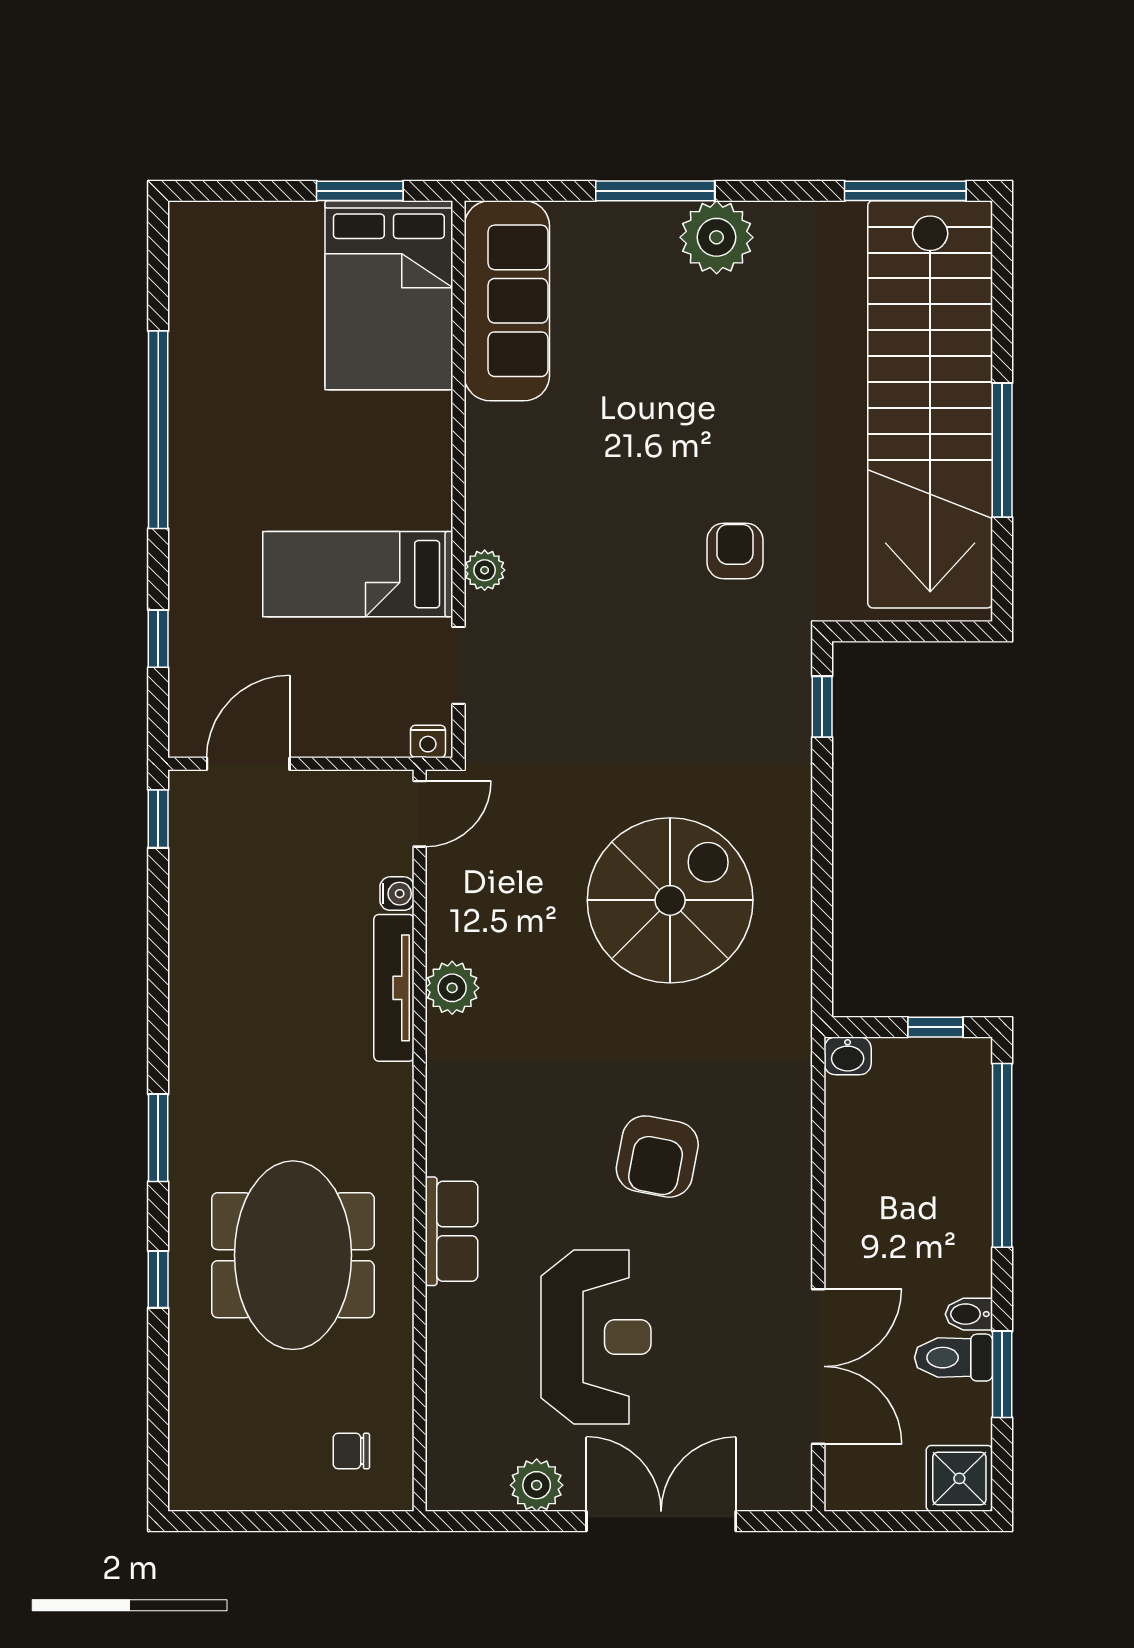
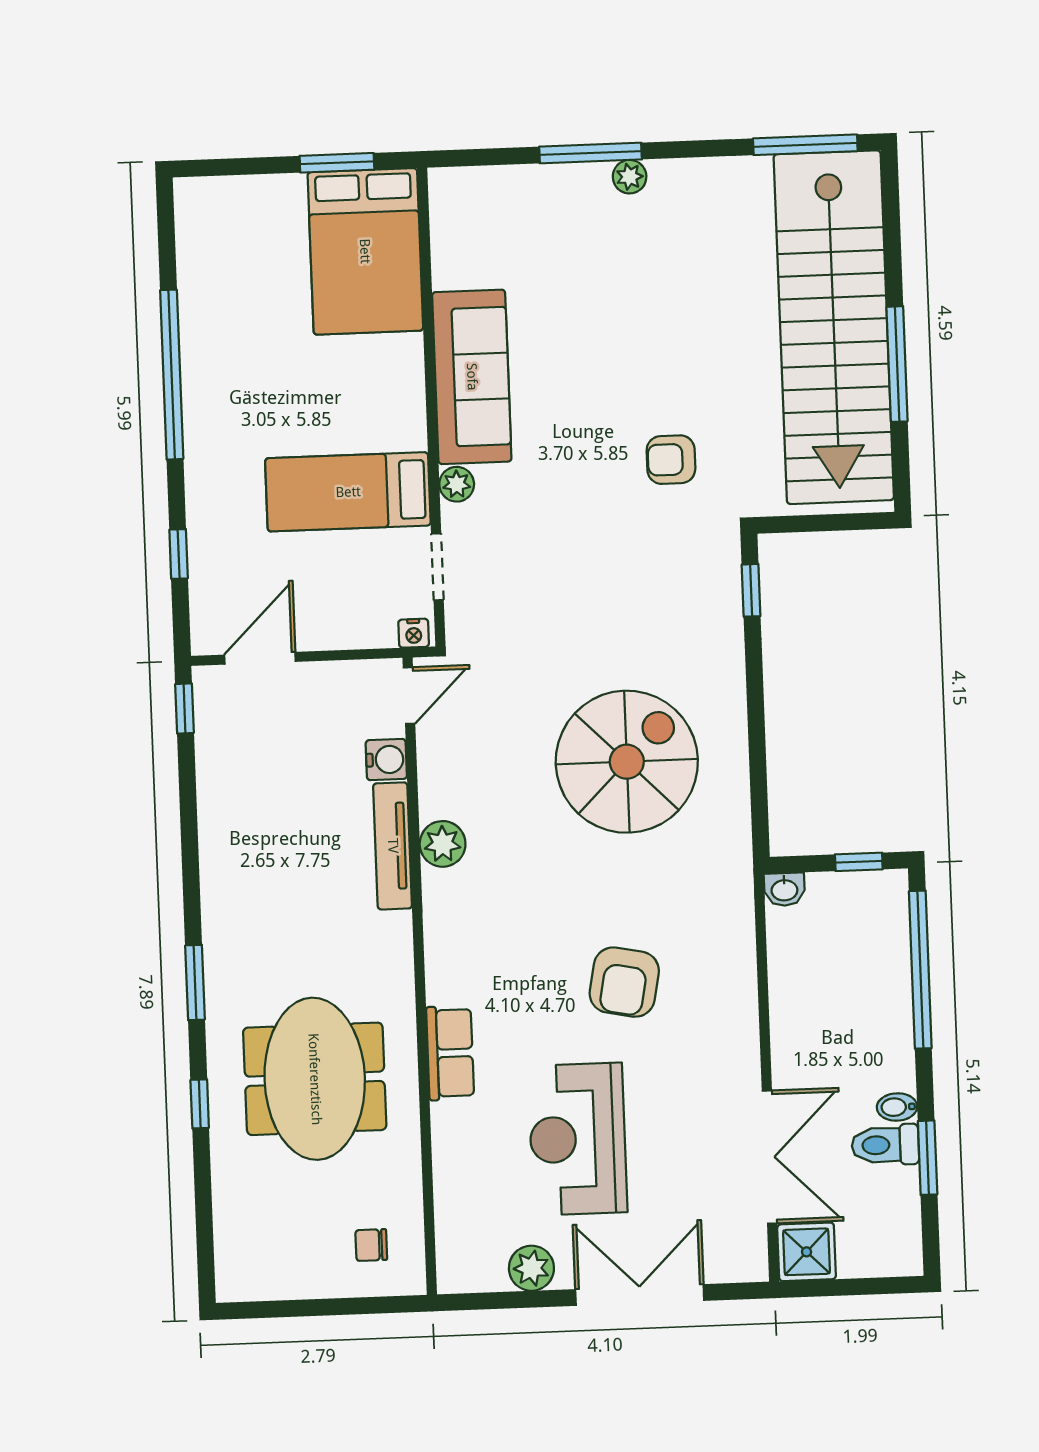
plant: (717, 237) -> (630, 177), width x0.53, depth x0.53
sofa: (507, 301) -> (472, 377), moved
armchair: (735, 551) -> (671, 460), turned -90
water cooler: (397, 894) -> (386, 760), width x1.38, depth x1.38
reception desk: (596, 1337) -> (578, 1139), turned 180
shower: (959, 1478) -> (807, 1252), moved

